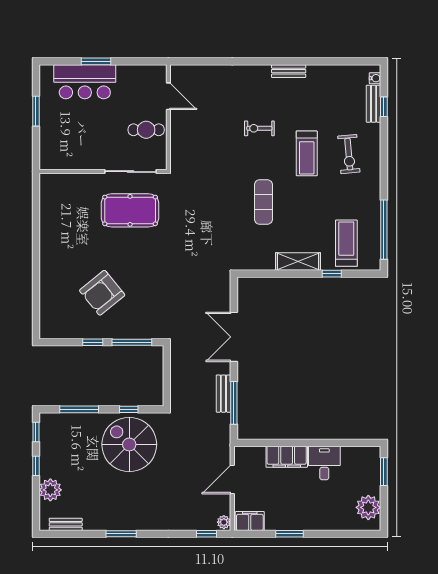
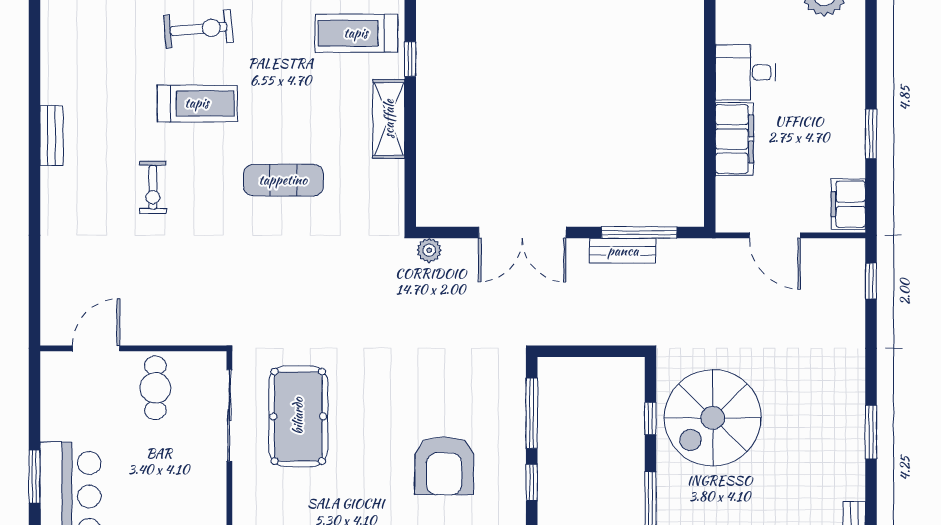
armchair: (102, 293) -> (444, 466), turned 39
plant: (224, 522) -> (429, 250), moved

